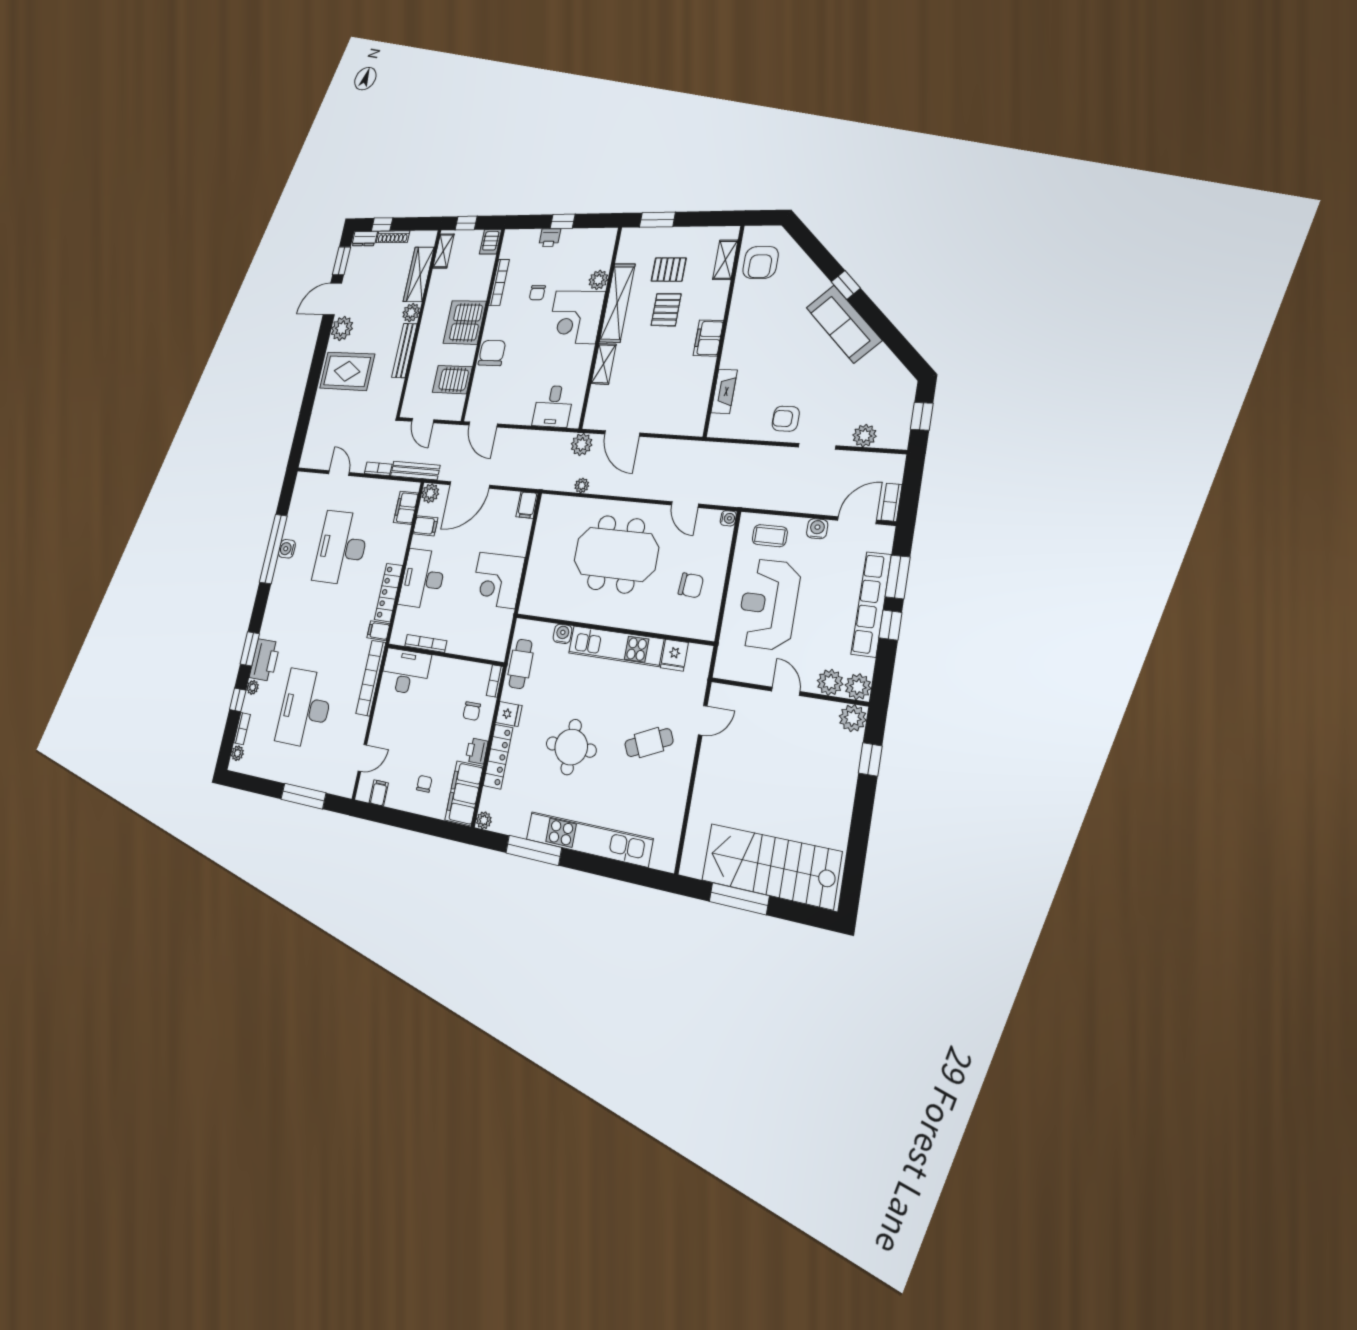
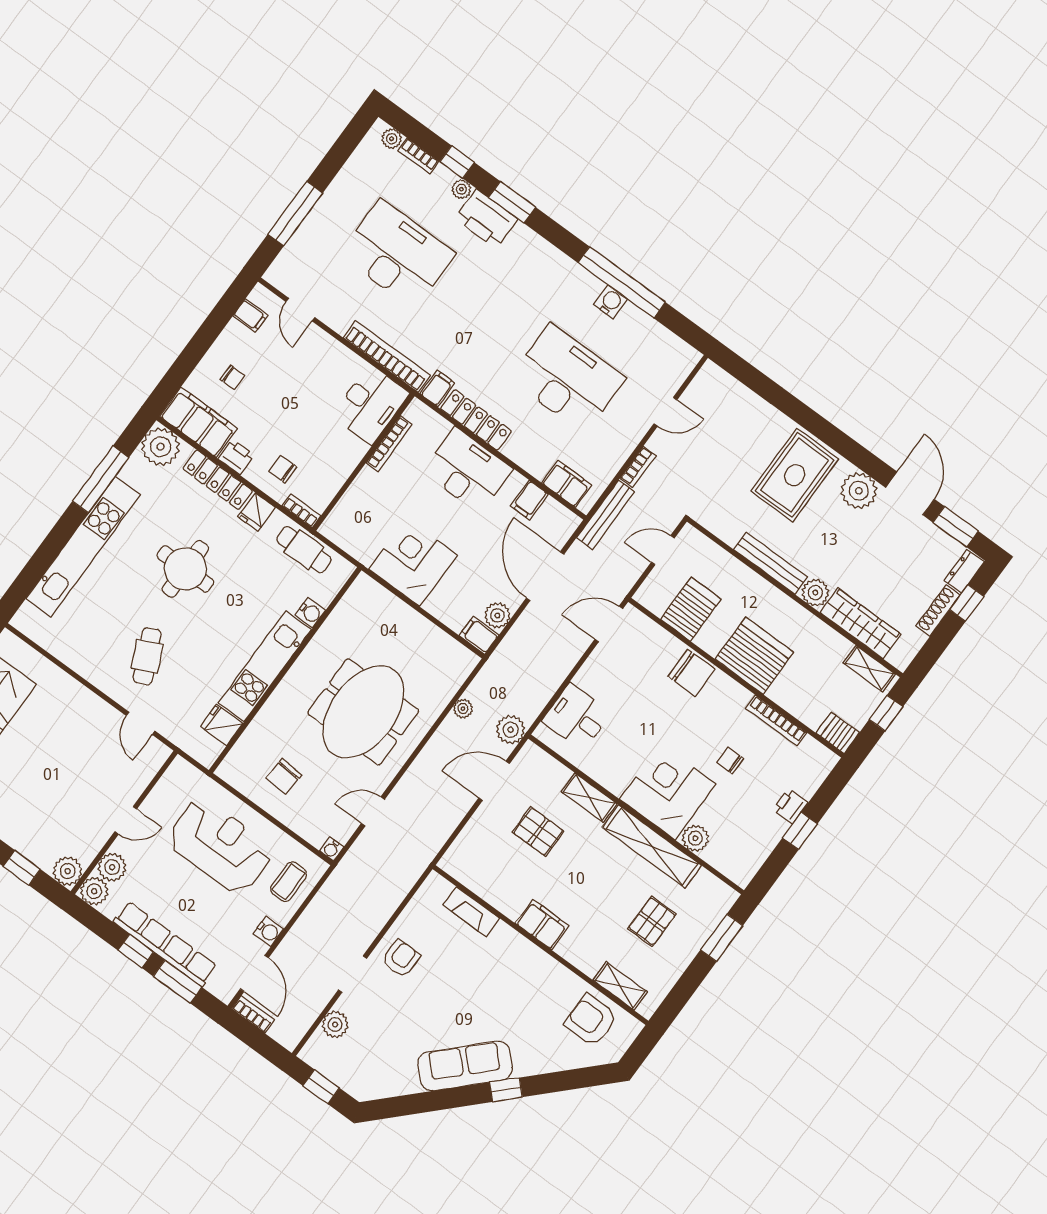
pallet: (666, 310) -> (538, 832), moved
plant: (430, 493) -> (497, 615), moved
plant: (484, 820) -> (160, 447), width x1.88, depth x1.88

